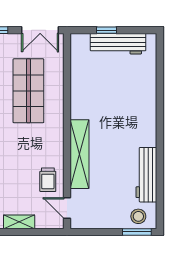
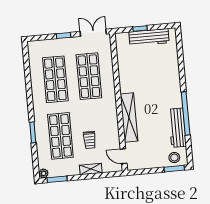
double door: (40, 30) -> (93, 33), swing flipped
window: (160, 156) -> (186, 114), added
trolley: (48, 180) -> (90, 140), moved

